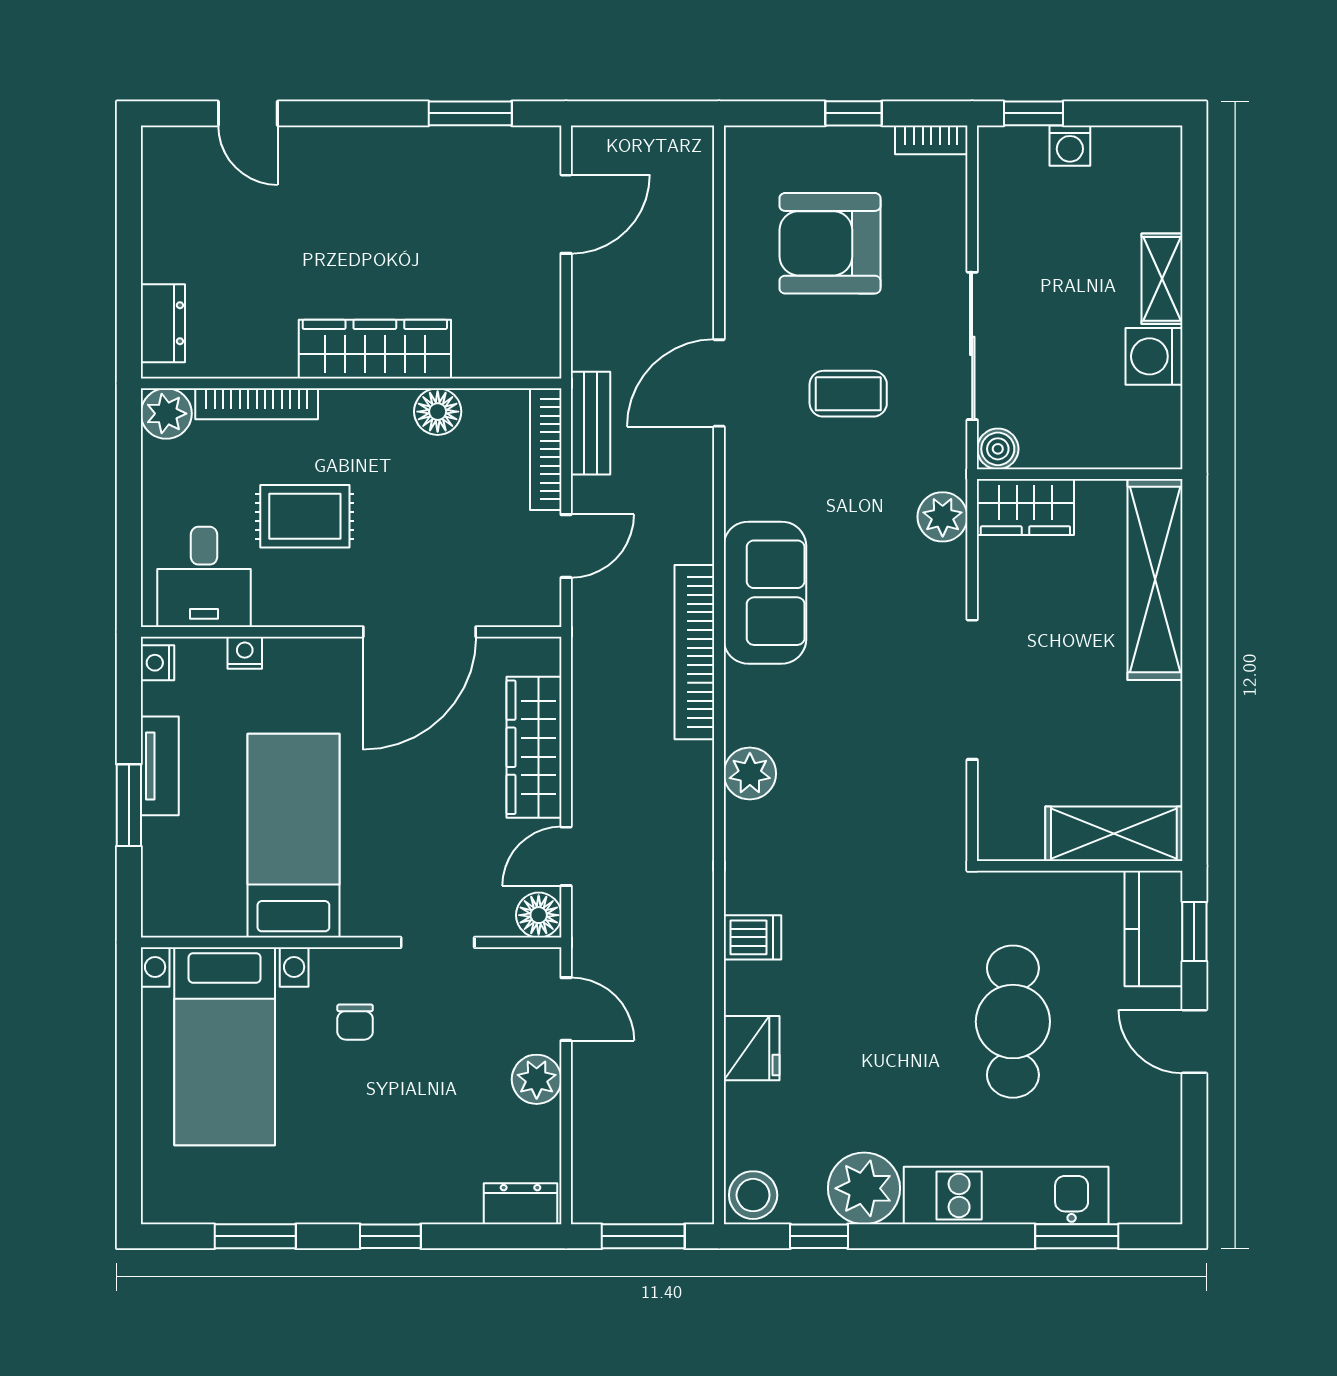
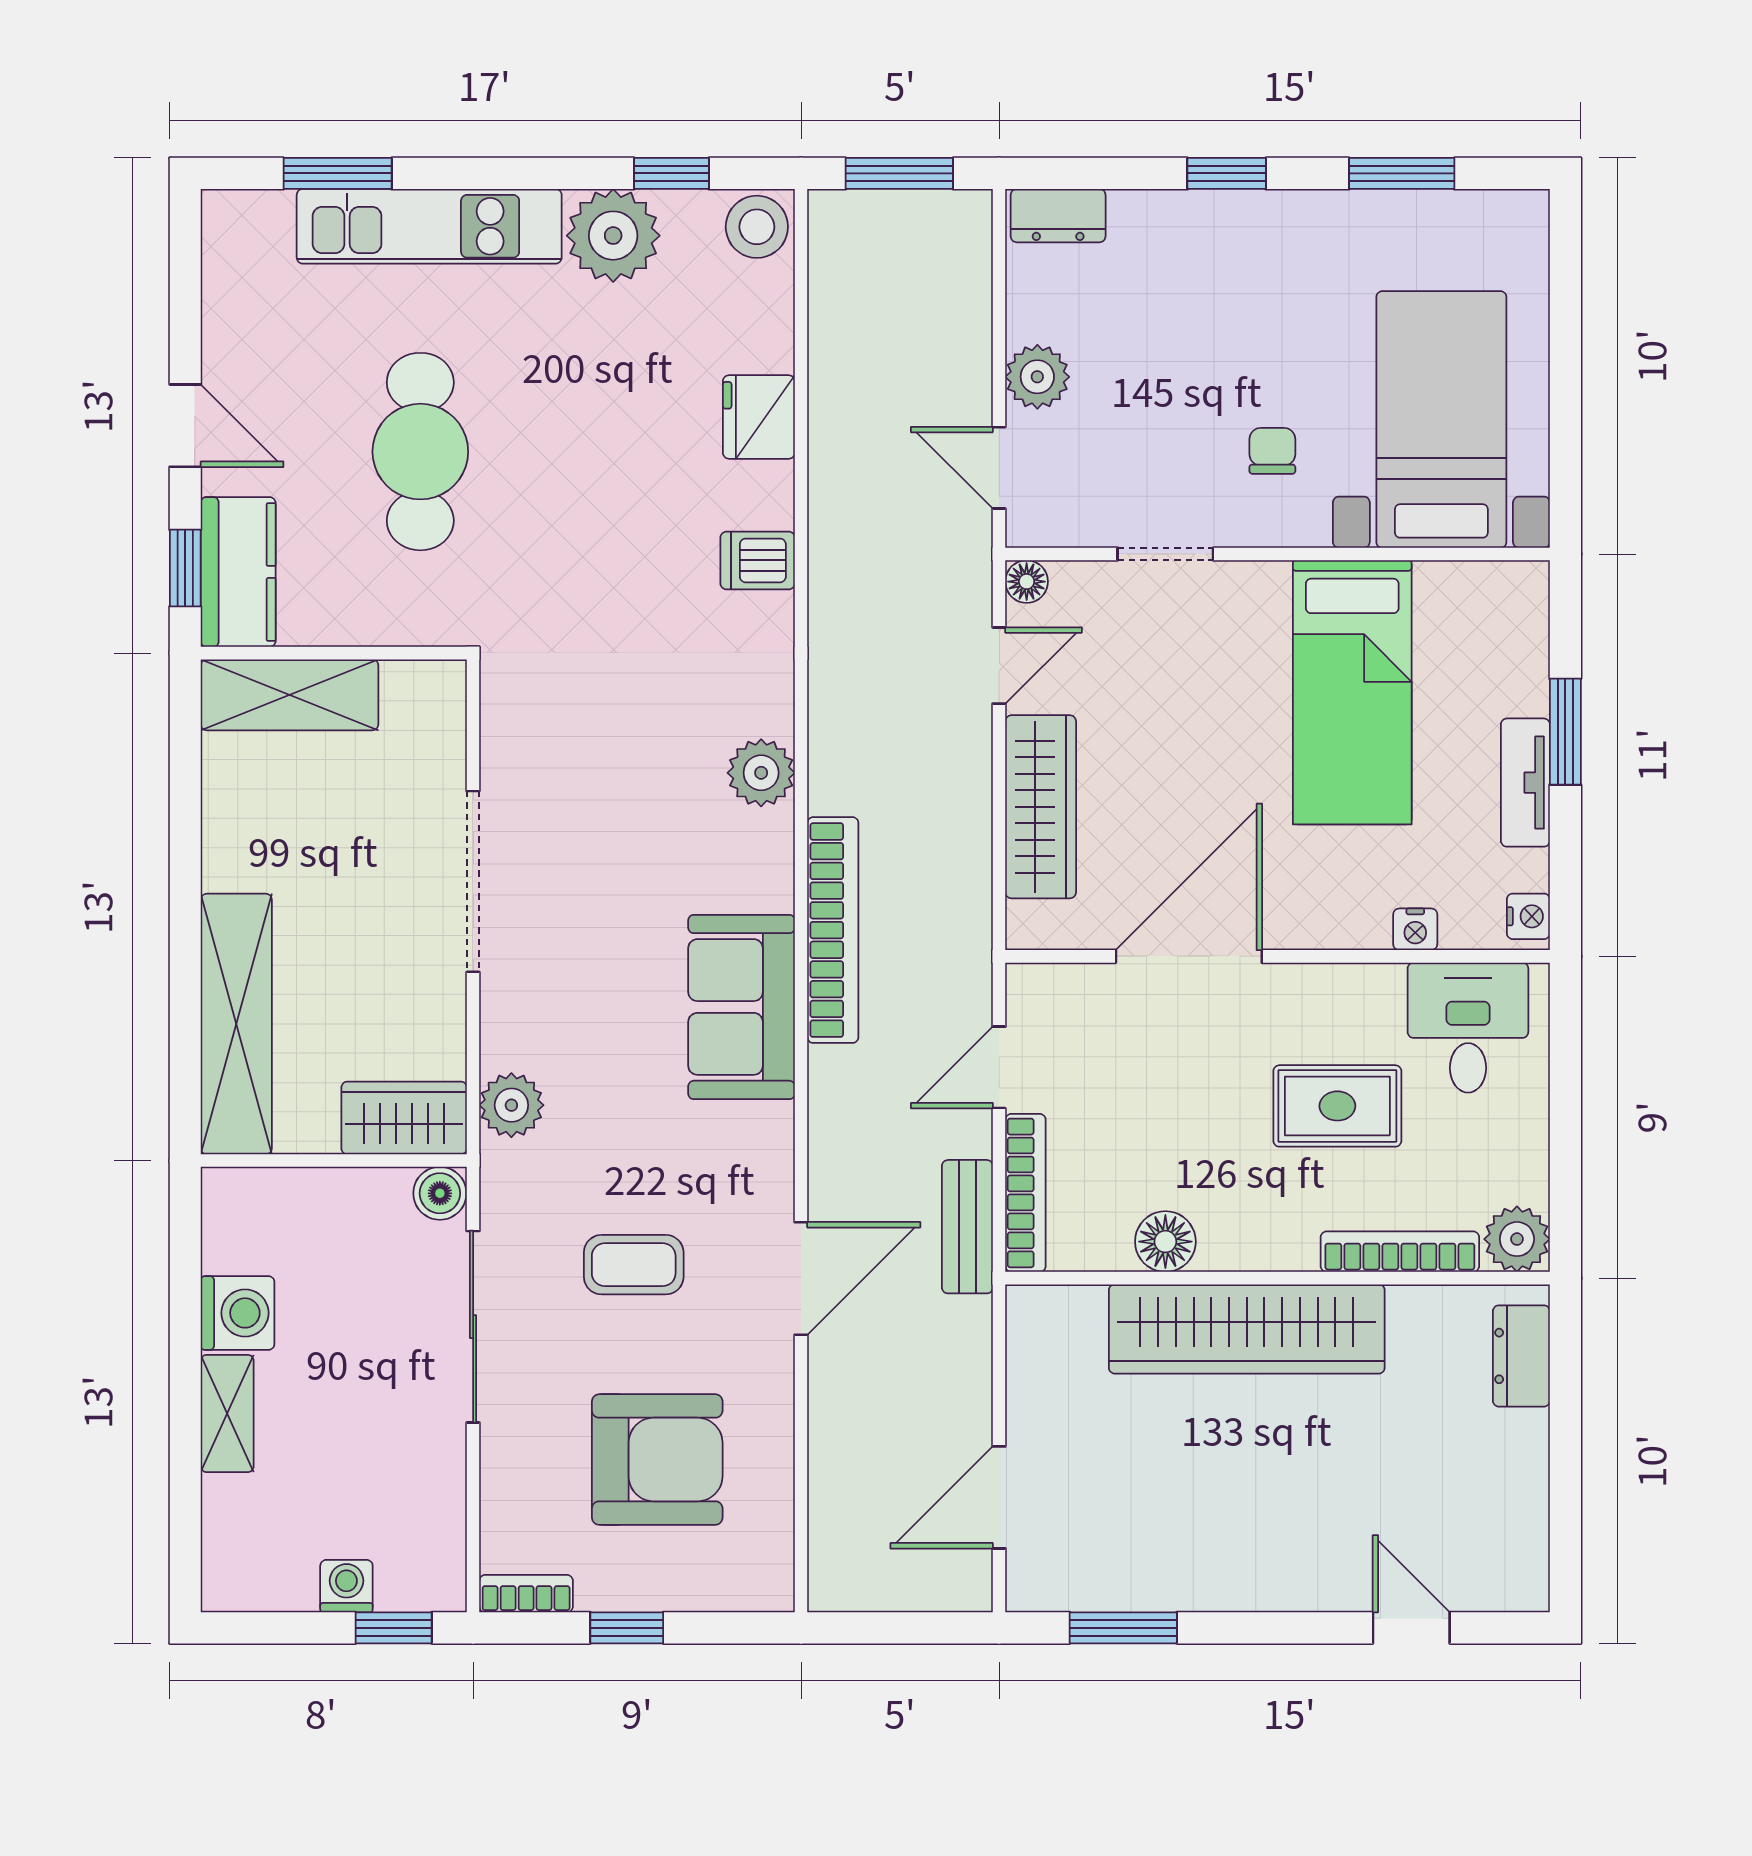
wardrobe: (375, 349) -> (1247, 1329), width x1.40, depth x1.17
floor lamp: (539, 915) -> (1027, 582), width x0.73, depth x0.73

